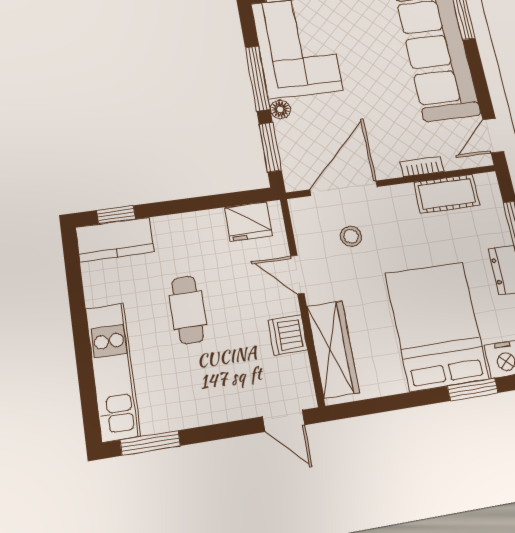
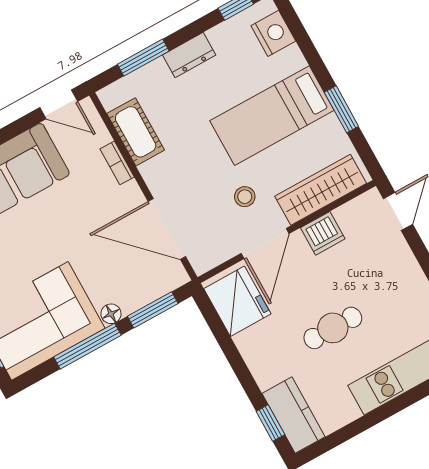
fridge: (249, 222) -> (237, 301), width x1.36, depth x1.34
stool: (351, 236) -> (245, 197), moved
door: (297, 275) -> (265, 243), width x1.38
bed: (436, 326) -> (272, 116), width x0.67
window: (473, 389) -> (341, 109), moved

